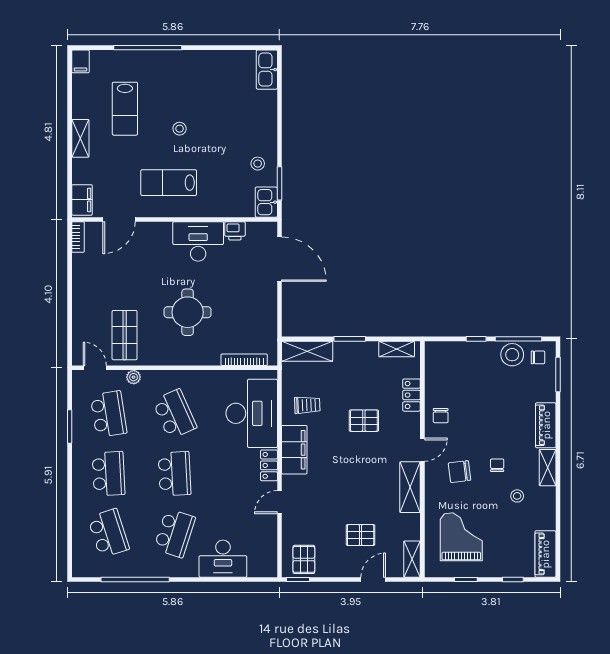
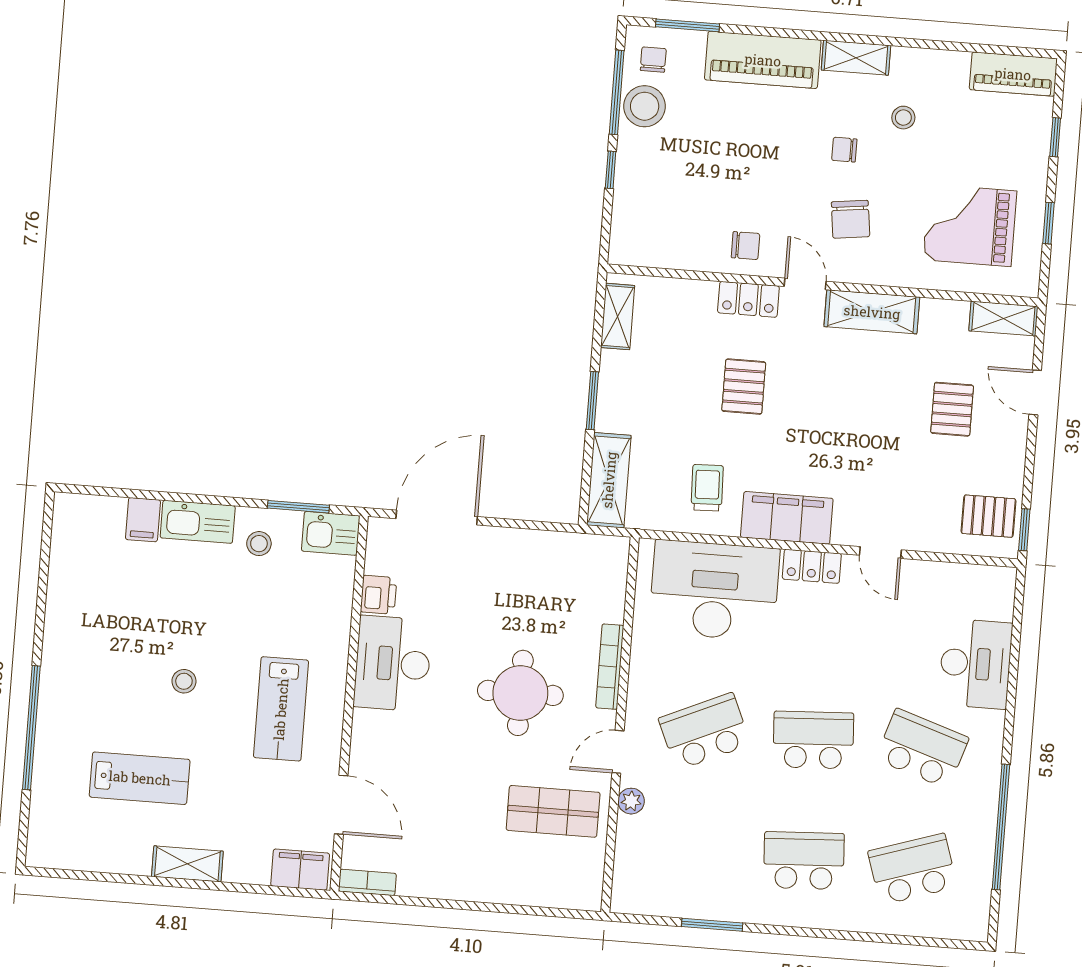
filing cabinet: (80, 61) -> (143, 520), moved, turned 90
kitchen sink: (267, 70) -> (198, 522), moved
bookcase: (244, 360) -> (610, 667), moved
door: (95, 368) -> (618, 752), moved
locker: (412, 395) -> (748, 299), moved
school desk: (109, 414) -> (695, 852), removed
piano: (546, 425) -> (763, 60), width x1.37, depth x1.33

